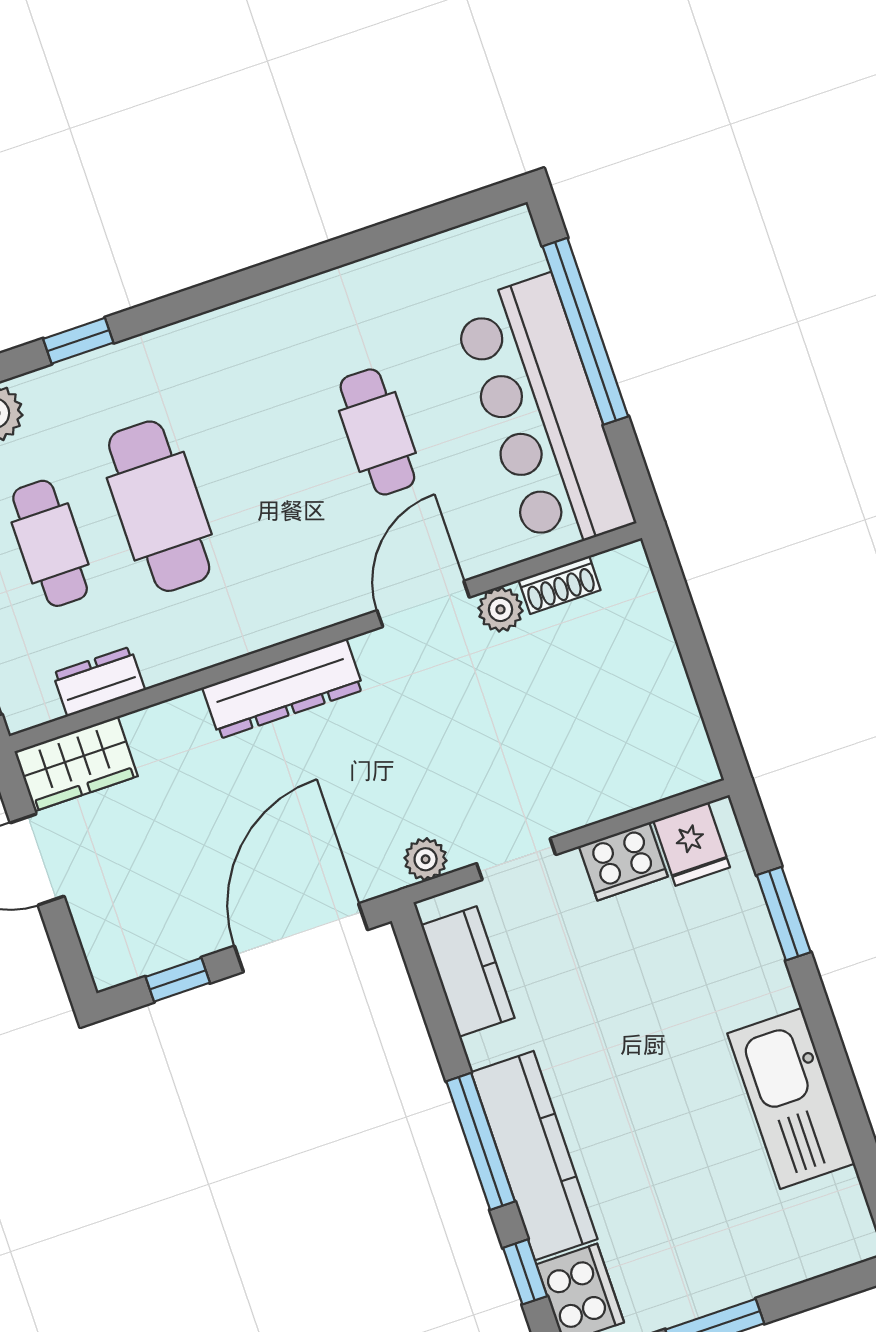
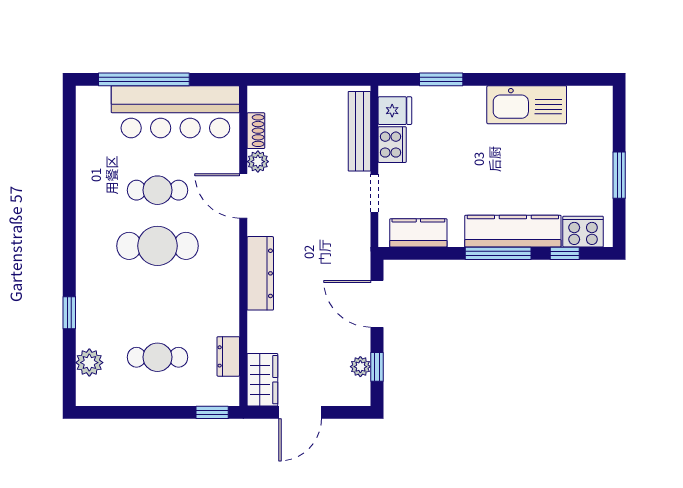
cafe table: (159, 506) -> (157, 246), moved
bench: (628, 788) -> (359, 131), added
plant: (426, 859) -> (360, 367), moved
door: (301, 938) -> (377, 304), width x0.73

